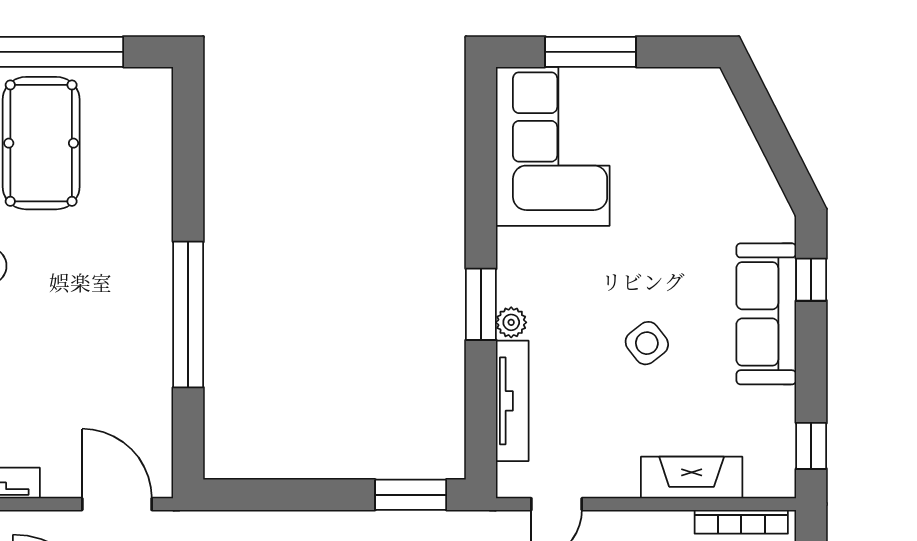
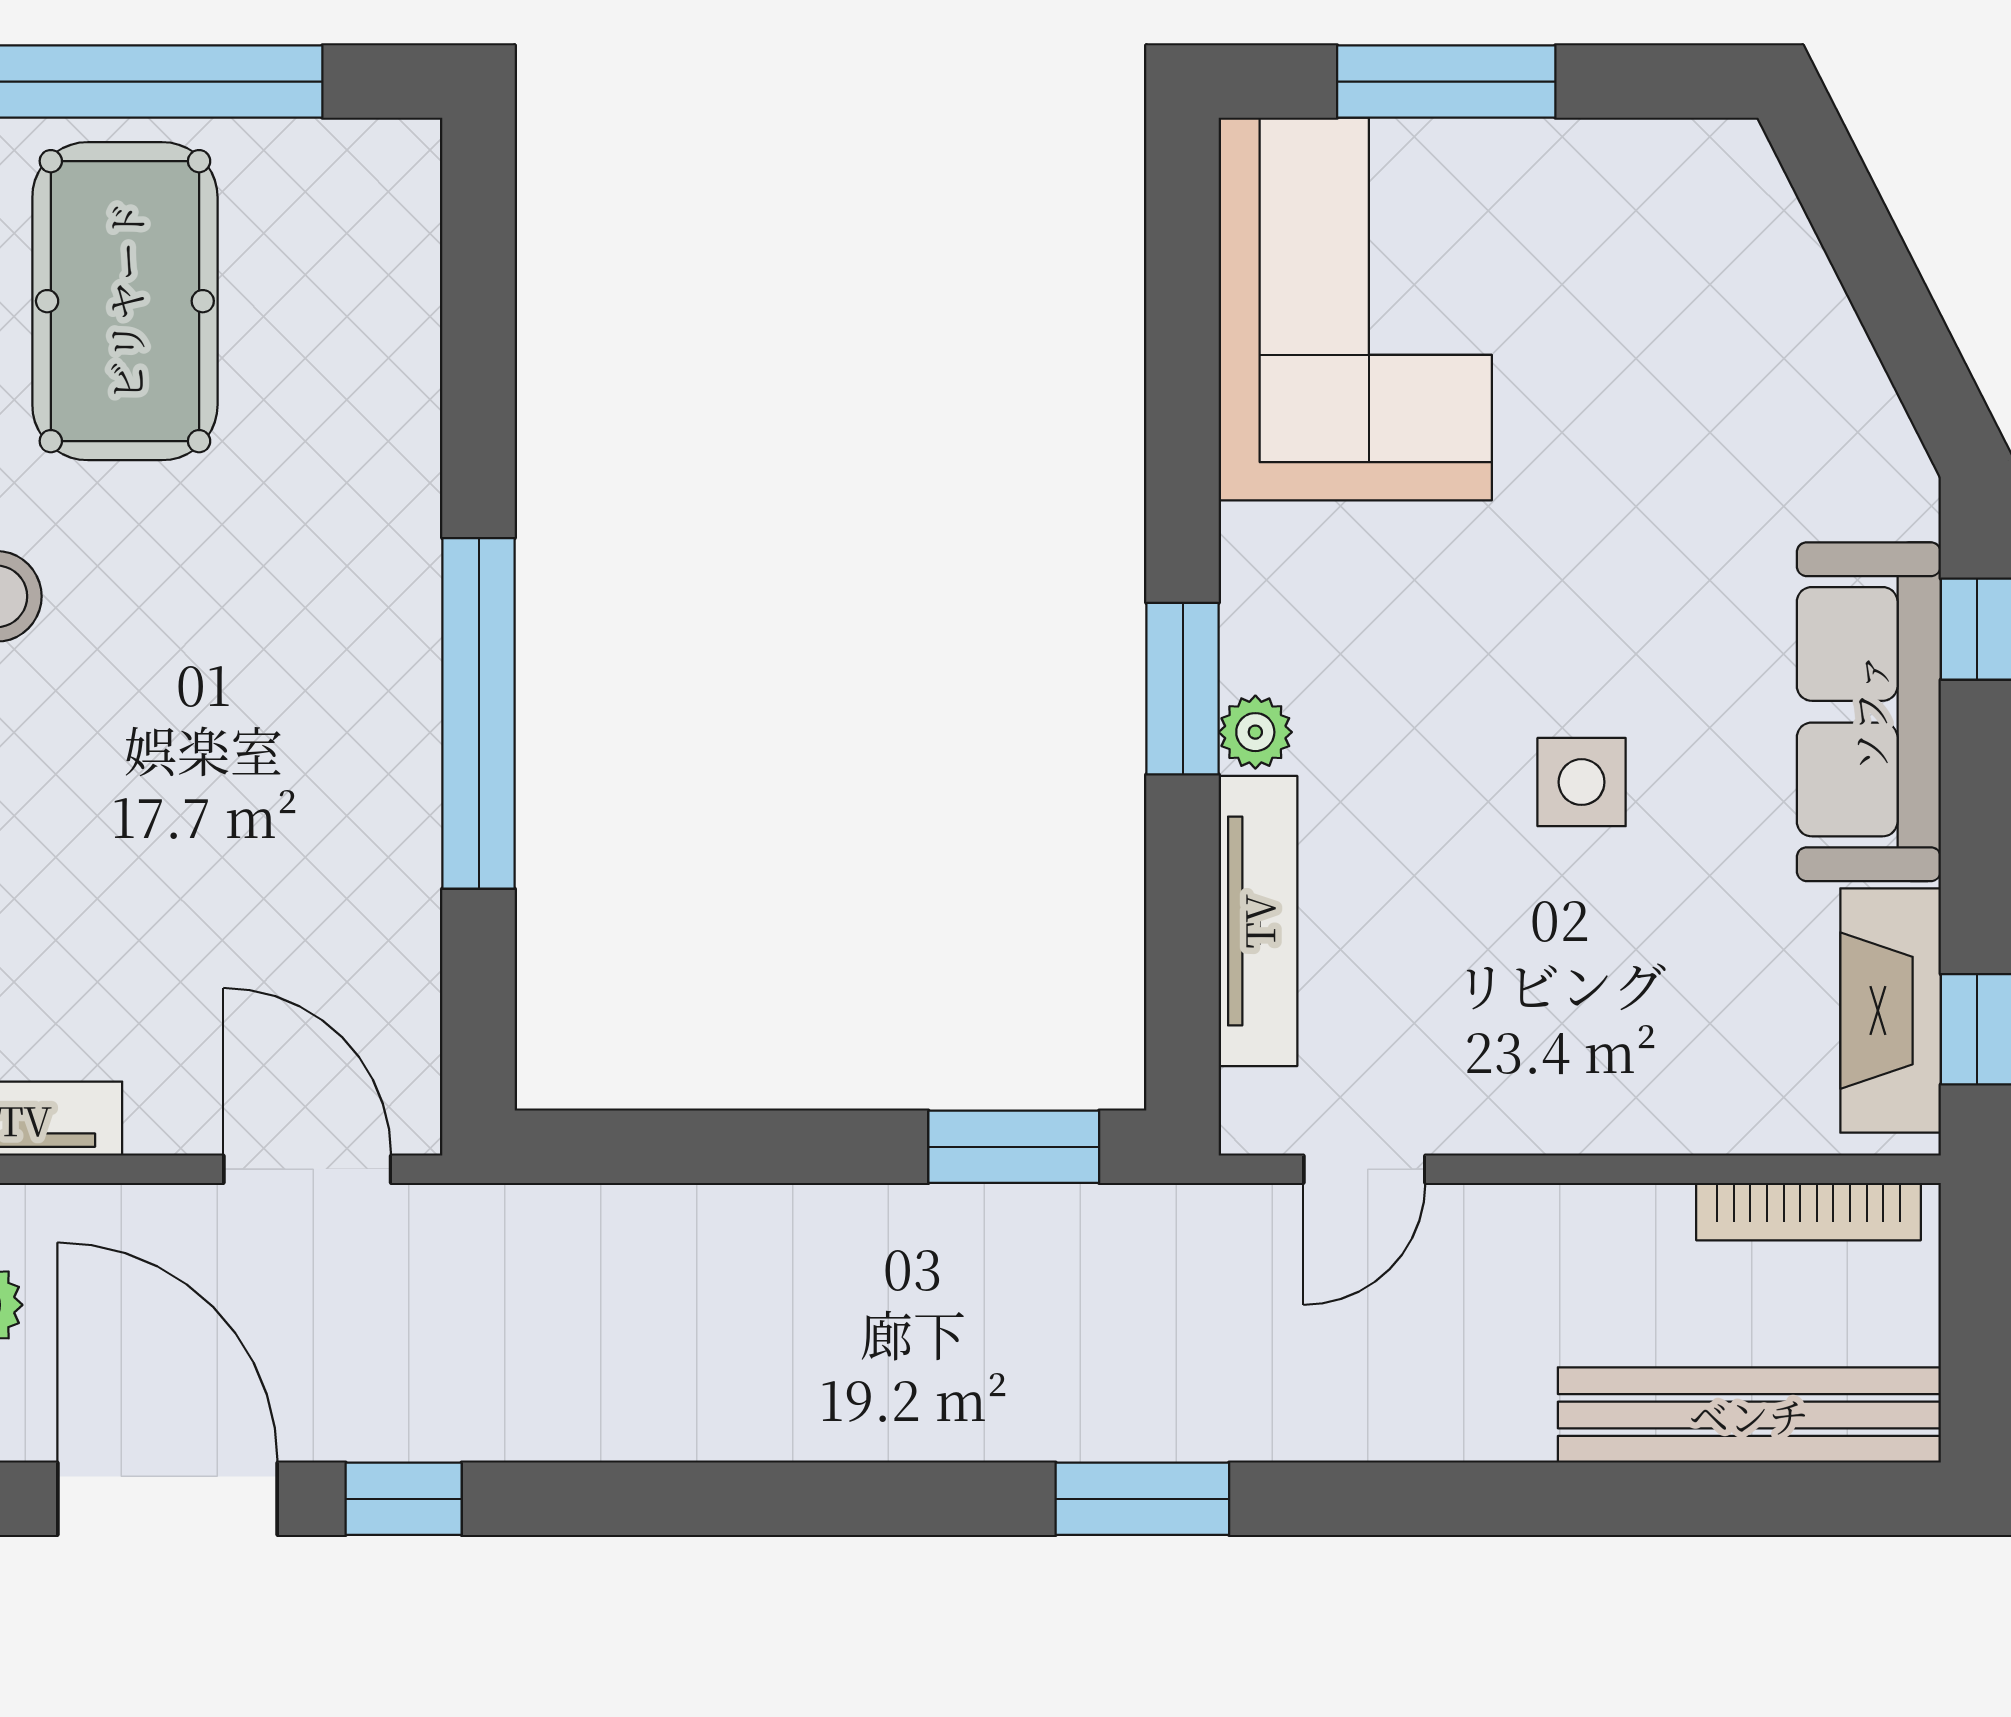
side table: (647, 343) -> (1582, 782), turned 38
fireplace: (692, 478) -> (1891, 1011), moved, turned -90

